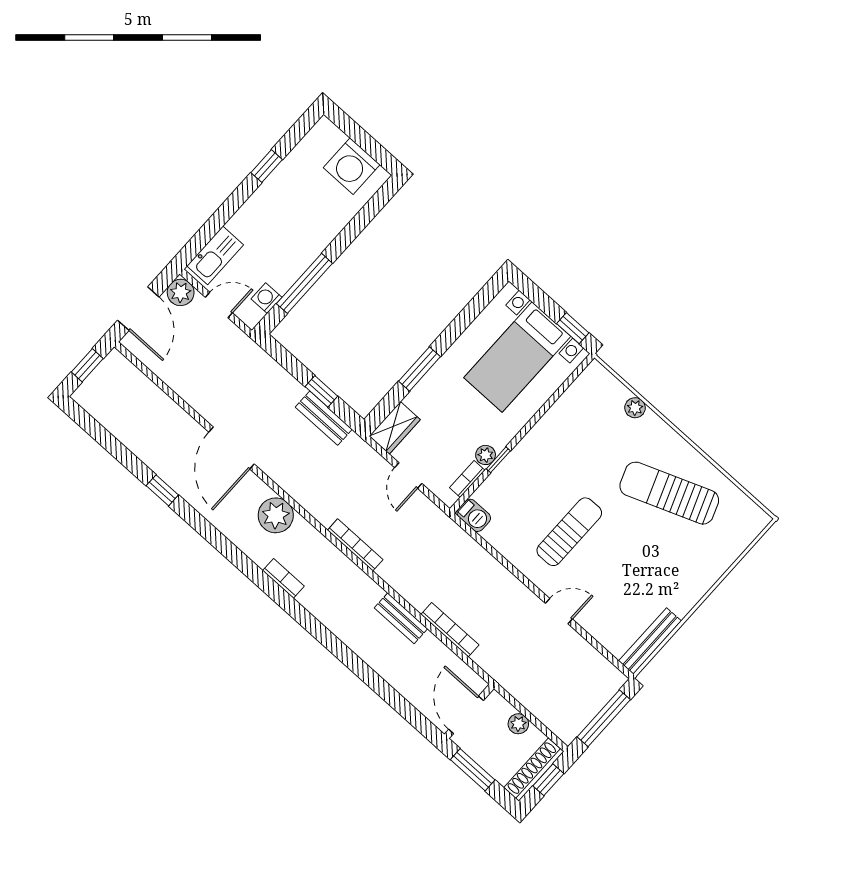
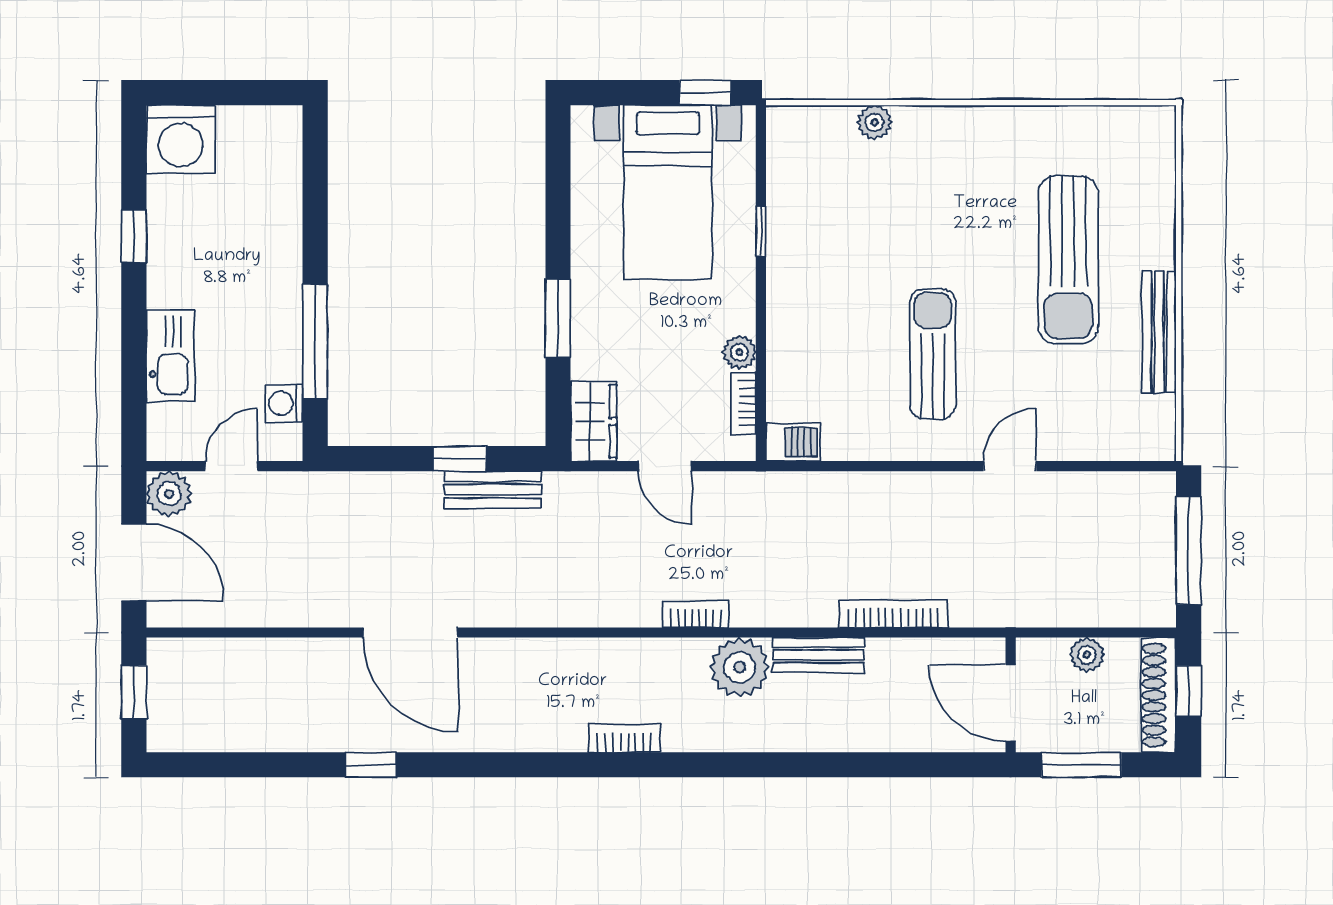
washing machine: (352, 166) -> (181, 139), moved
kitchen sink: (215, 255) -> (170, 356), moved
window: (498, 460) -> (761, 232), moved
sun lounger: (669, 493) -> (1068, 260), moved, turned -69
plant: (276, 515) -> (740, 667), moved
bookcase: (355, 545) -> (696, 614), width x0.64
bench: (650, 641) -> (1159, 332), moved

